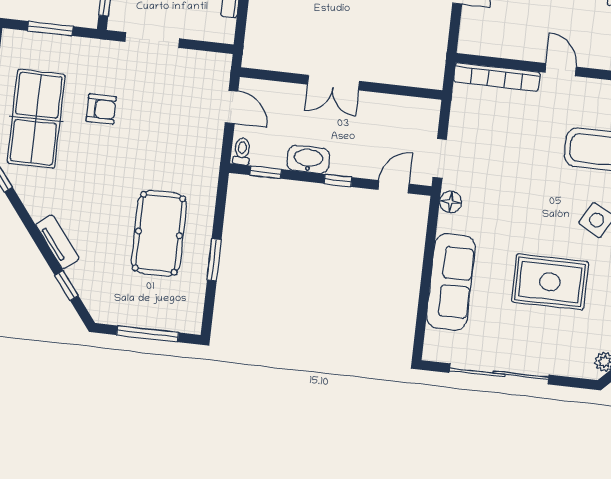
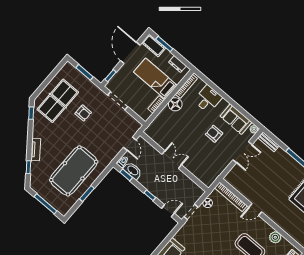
door: (560, 70) -> (255, 210), swing flipped
double door: (333, 83) -> (172, 160), swing flipped
washbasin: (308, 159) -> (133, 171), moved
floor lamp: (451, 202) -> (208, 203), moved
pool table: (159, 233) -> (74, 171), width x1.36, depth x1.32

